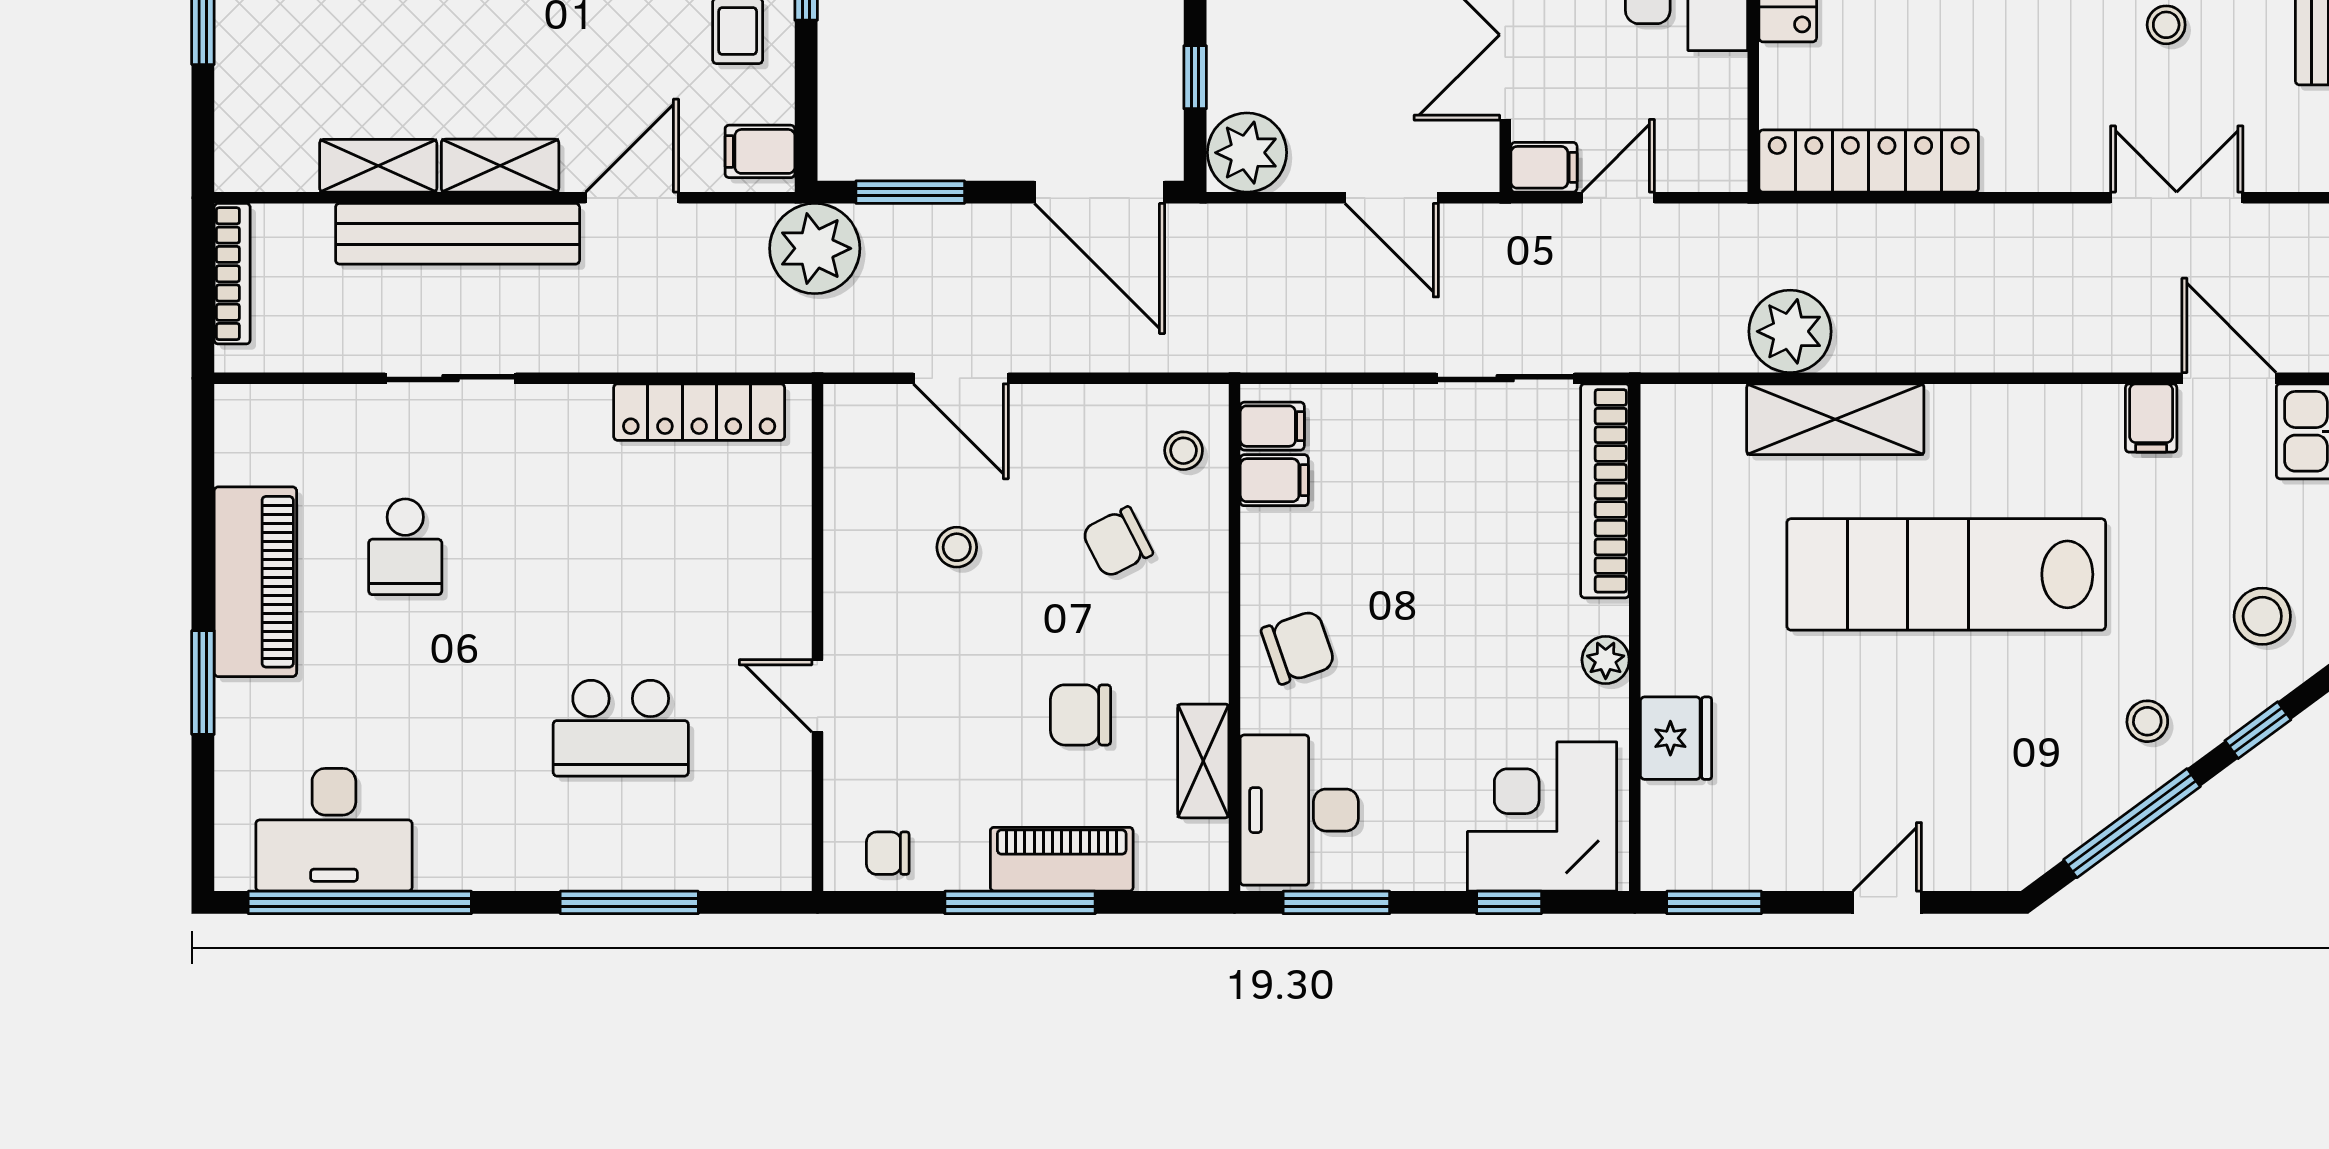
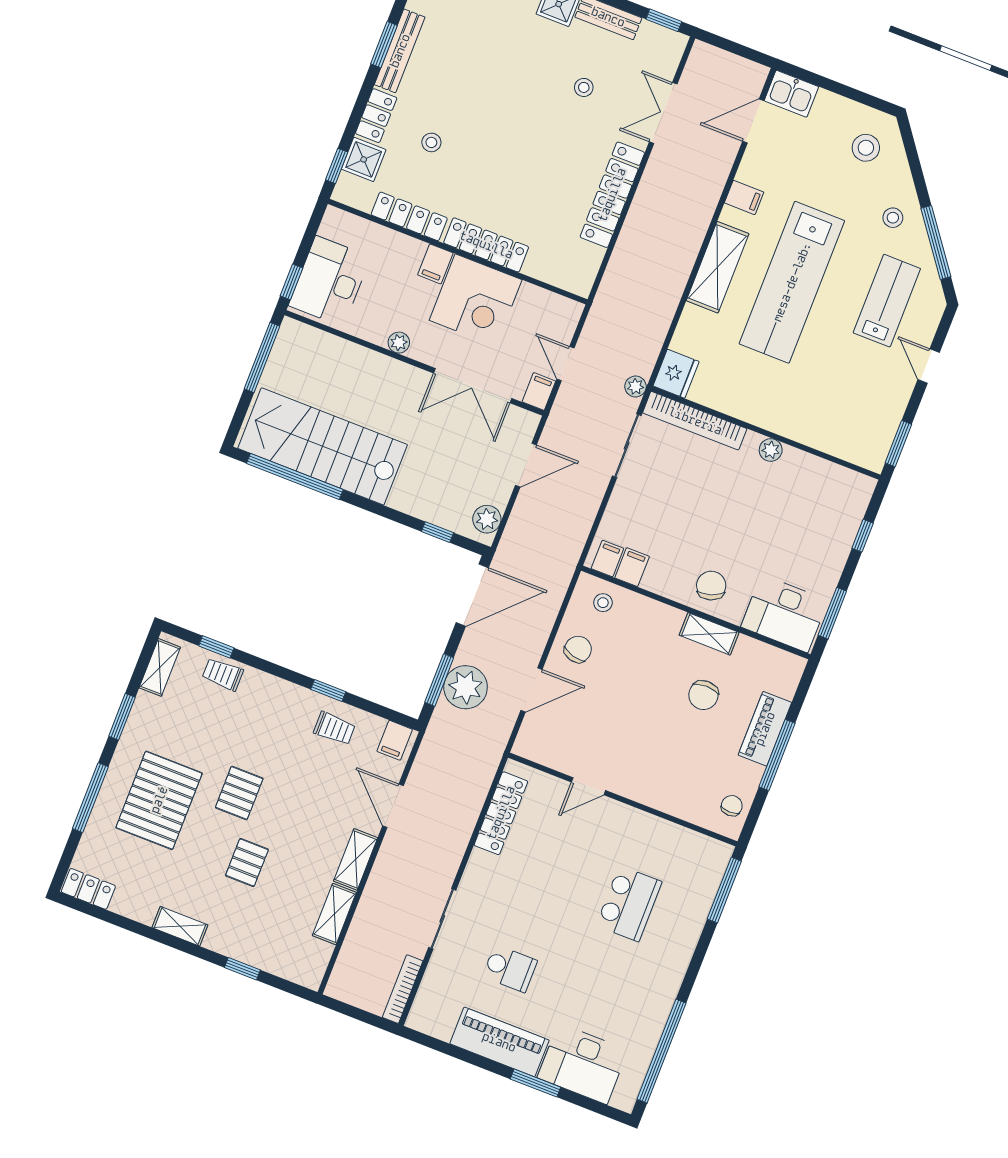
plant: (1247, 153) -> (487, 519), width x0.73, depth x0.73
locker: (1869, 161) -> (612, 195), moved
bench: (458, 234) -> (379, 890), removed
plant: (815, 248) -> (466, 687), moved
bookcase: (232, 274) -> (403, 989), moved, turned -90
plant: (1790, 331) -> (636, 387), moved, width x0.53, depth x0.53
filing cabinet: (2151, 418) -> (744, 198), moved
shelving: (1835, 419) -> (718, 267), moved
chair: (1117, 542) -> (578, 649), moved, turned -138
stool: (957, 547) -> (607, 721), removed
door: (817, 696) -> (588, 786), moved
window: (2258, 730) -> (916, 170), removed
fridge: (1676, 738) -> (676, 374), moved, turned 90
shelving: (1203, 761) -> (709, 634), moved
lab bench: (1982, 772) -> (887, 301), added
corner desk: (1542, 817) -> (830, 506), removed
desk: (334, 830) -> (583, 1064), moved, turned 90
chair: (888, 853) -> (732, 806), turned 180
window: (629, 902) -> (724, 890), moved

